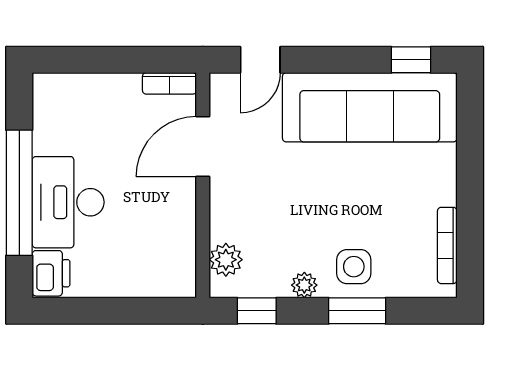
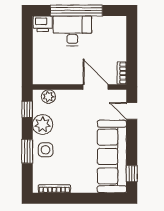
plant: (304, 285) -> (43, 125), width x1.87, depth x1.87

